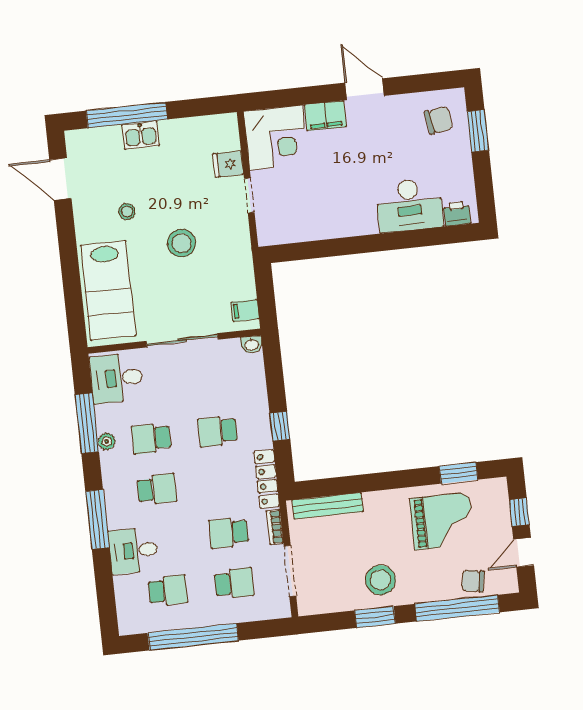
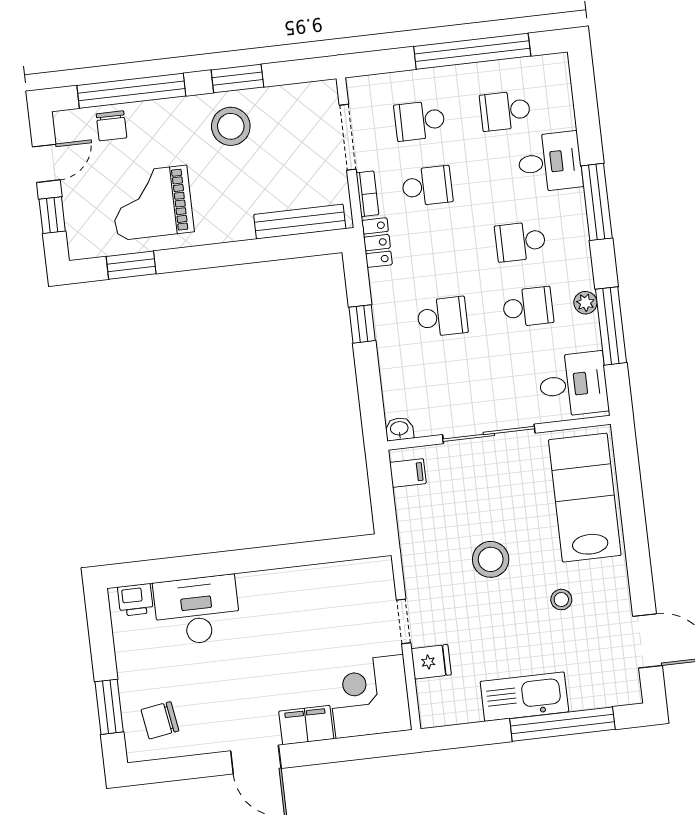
kitchen sink: (141, 135) -> (524, 697), width x1.88, depth x1.24
locker: (267, 479) -> (377, 243), width x0.66
chair: (473, 581) -> (111, 126), turned 80

